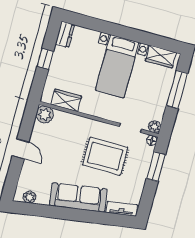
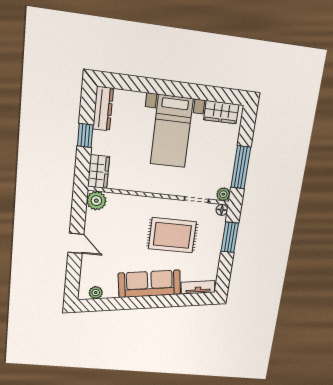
dresser: (65, 34) -> (103, 109), width x1.44
window: (177, 89) -> (241, 167), moved
wardrobe: (66, 100) -> (99, 172), moved, turned 90

